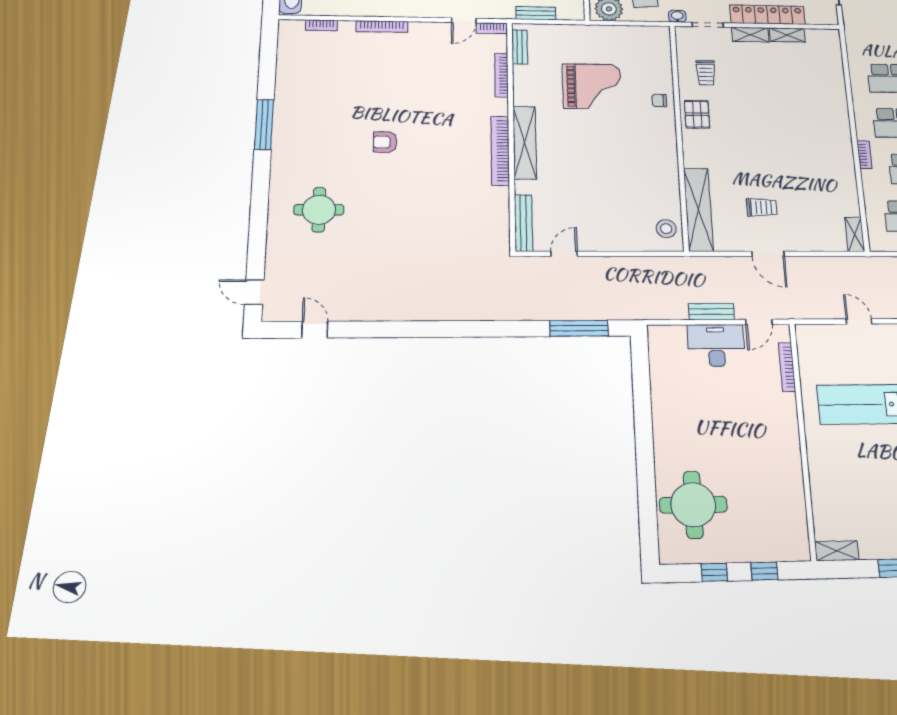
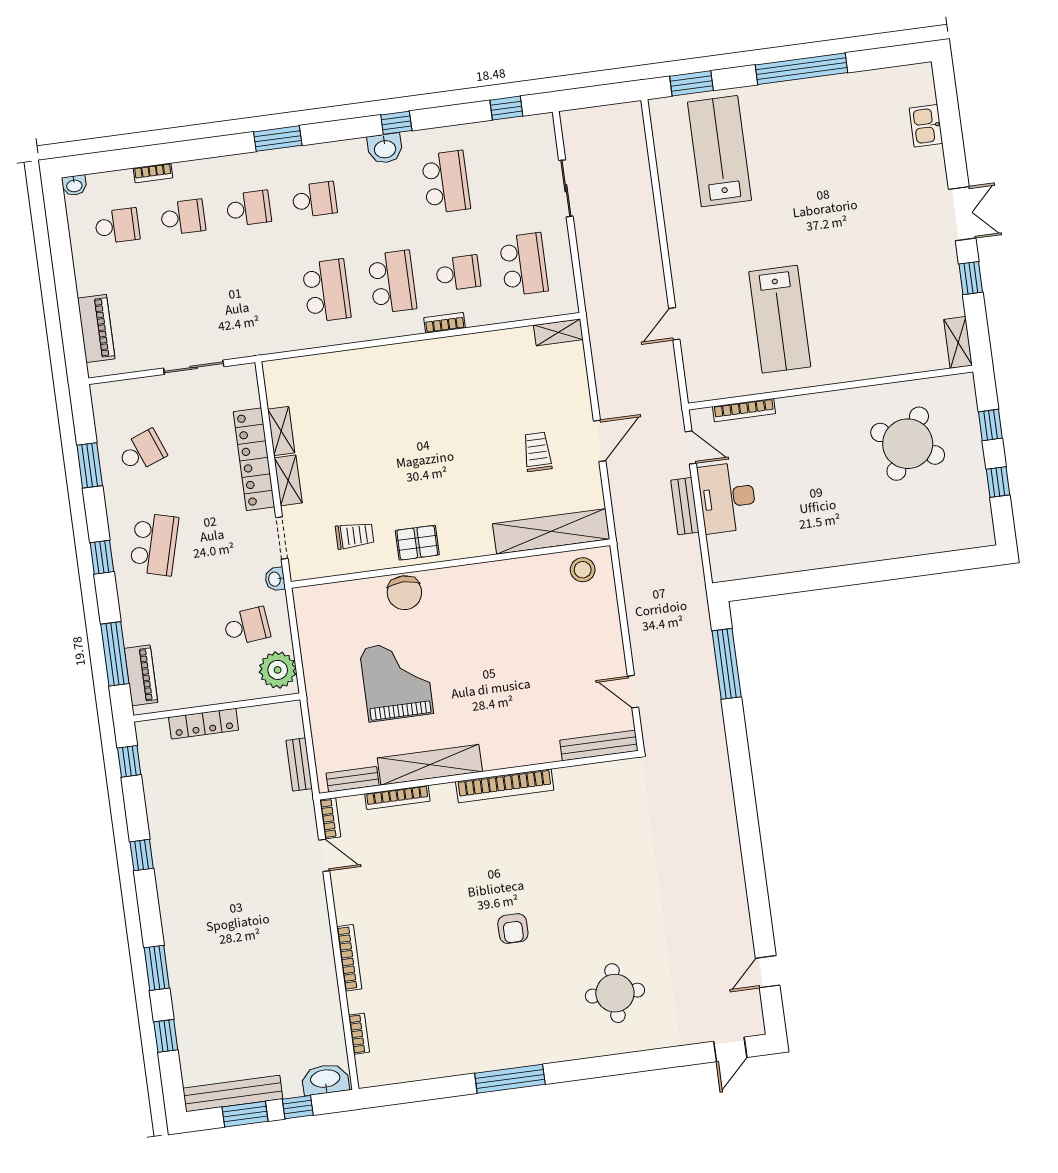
chair: (659, 101) -> (404, 593), width x1.87, depth x1.87
shelving: (525, 143) -> (430, 765), moved
round table: (693, 505) -> (908, 444), moved, turned 30

